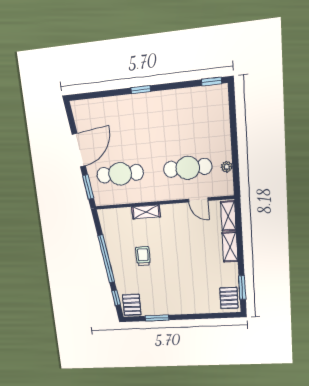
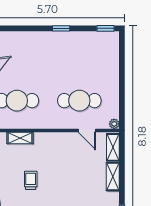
window: (141, 90) -> (61, 28), moved
plant: (227, 167) -> (114, 124), moved
shelving: (146, 212) -> (20, 138), moved

